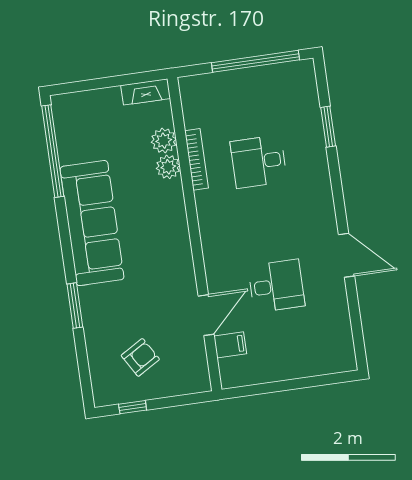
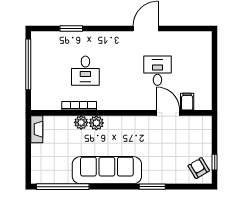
plant: (164, 141) -> (96, 123), moved
armchair: (140, 357) -> (199, 168), moved

